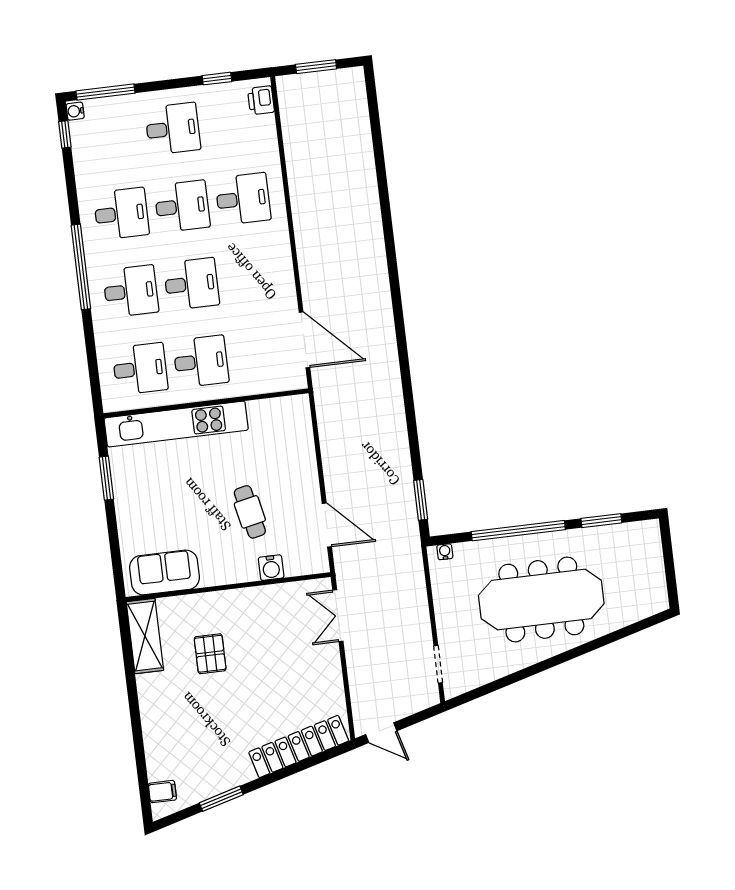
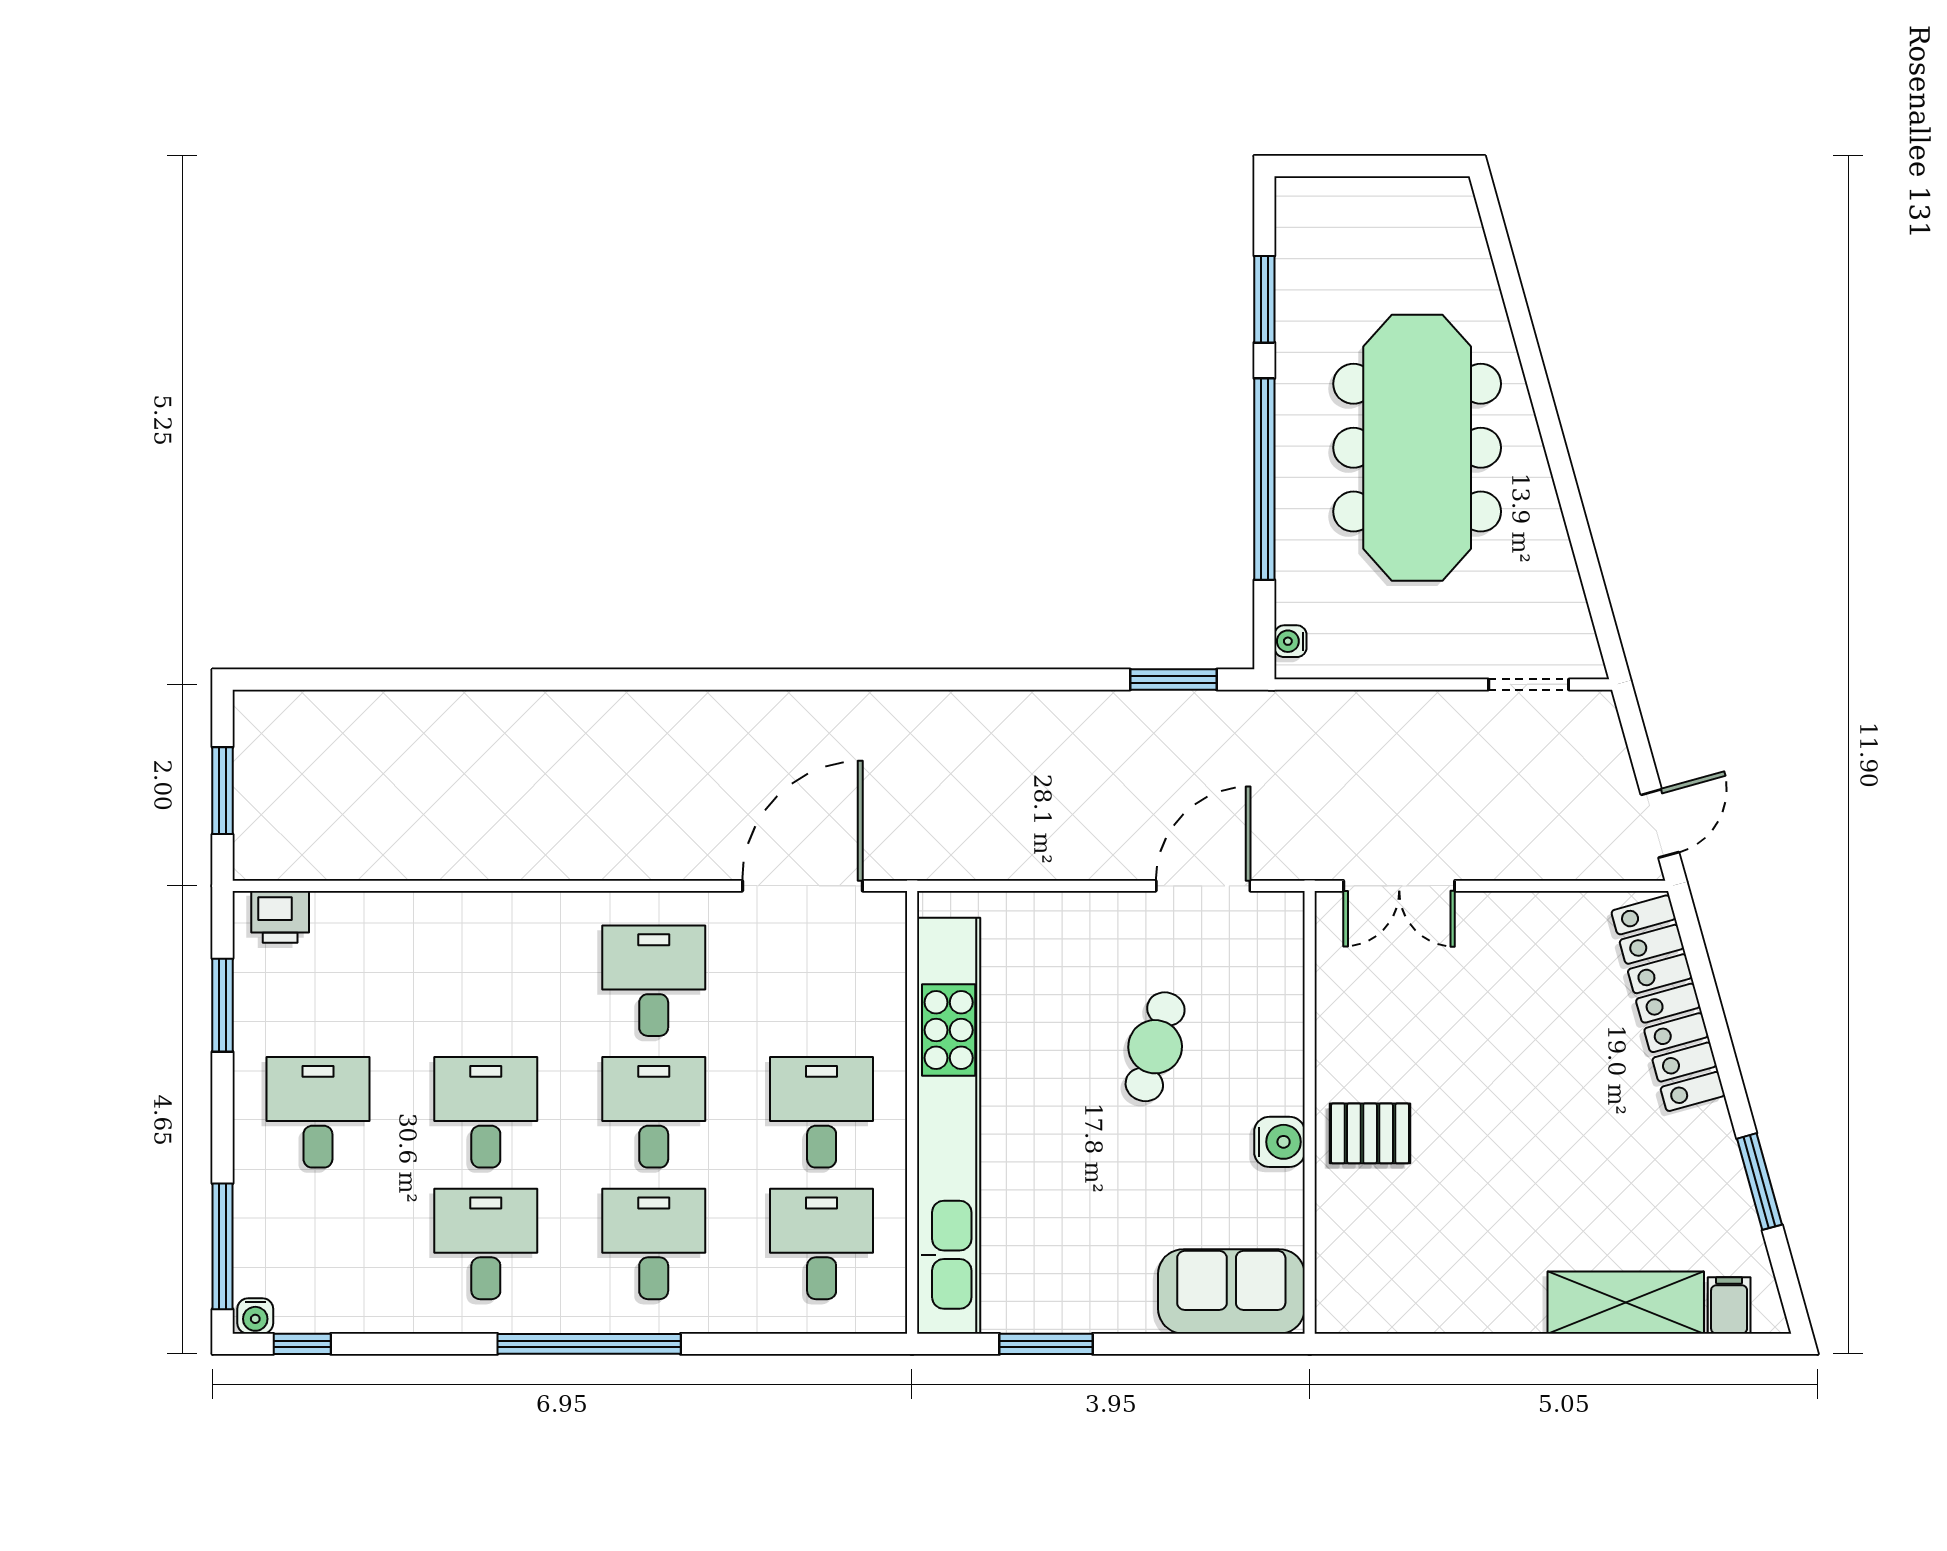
window: (217, 79) -> (222, 1005), width x1.50
desk: (243, 199) -> (654, 981), moved
kitchen unit: (176, 424) -> (949, 1126), width x1.36
cafe table: (250, 512) -> (1155, 1047), turned -62
water cooler: (271, 568) -> (1279, 1142), moved
sofa: (165, 572) -> (1231, 1291), moved, turned 90
shelving: (145, 636) -> (1626, 1303), moved
pallet: (210, 654) -> (1370, 1133), moved

